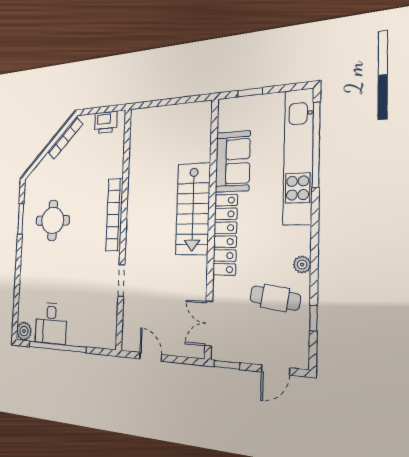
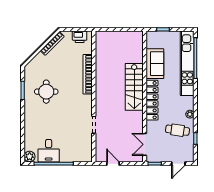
bookcase: (114, 215) -> (88, 74), moved

